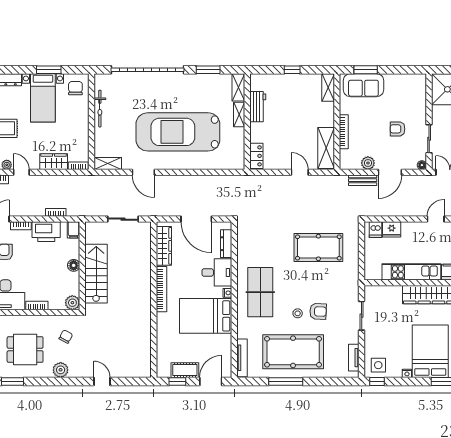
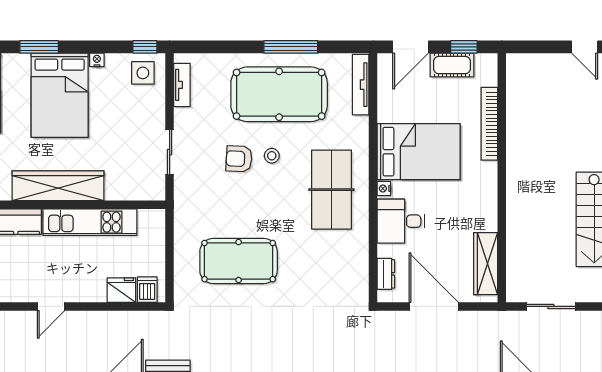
dresser: (226, 244) -> (386, 274), width x0.70
bookcase: (162, 289) -> (489, 124), moved

